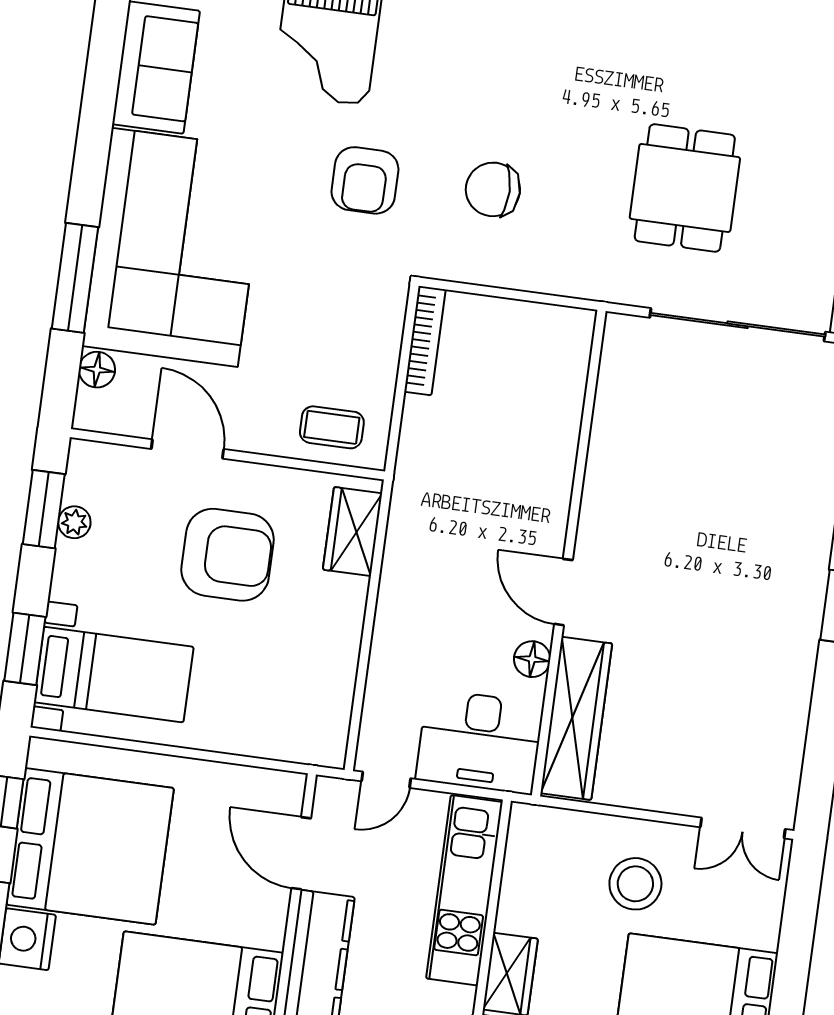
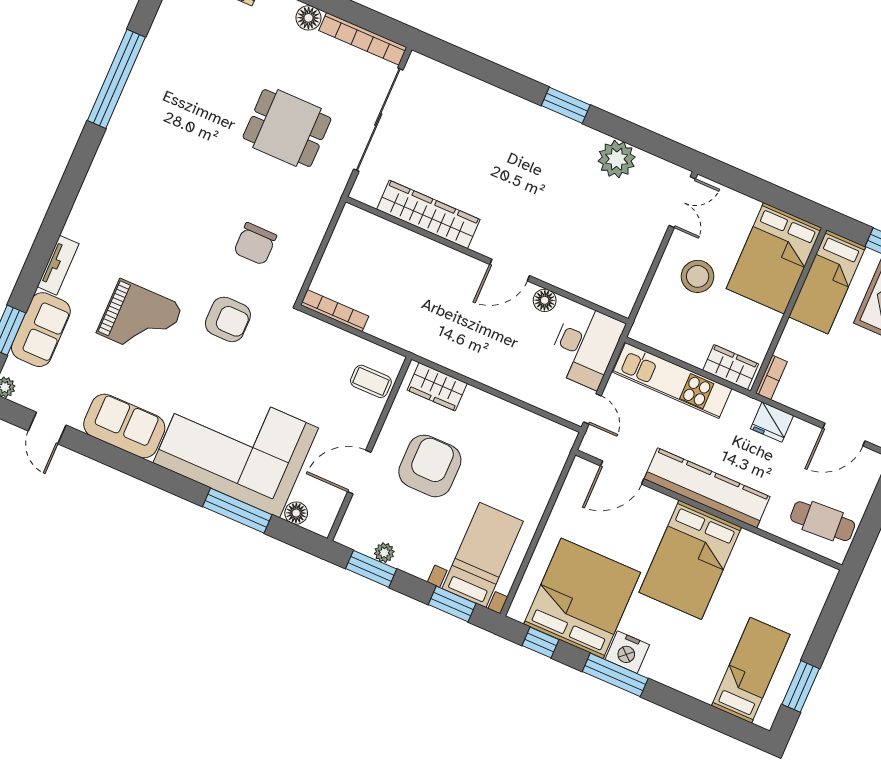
coffee table: (332, 427) -> (371, 381), turned 90
plant: (781, 708) -> (617, 159), added
wardrobe: (576, 718) -> (428, 214), moved

